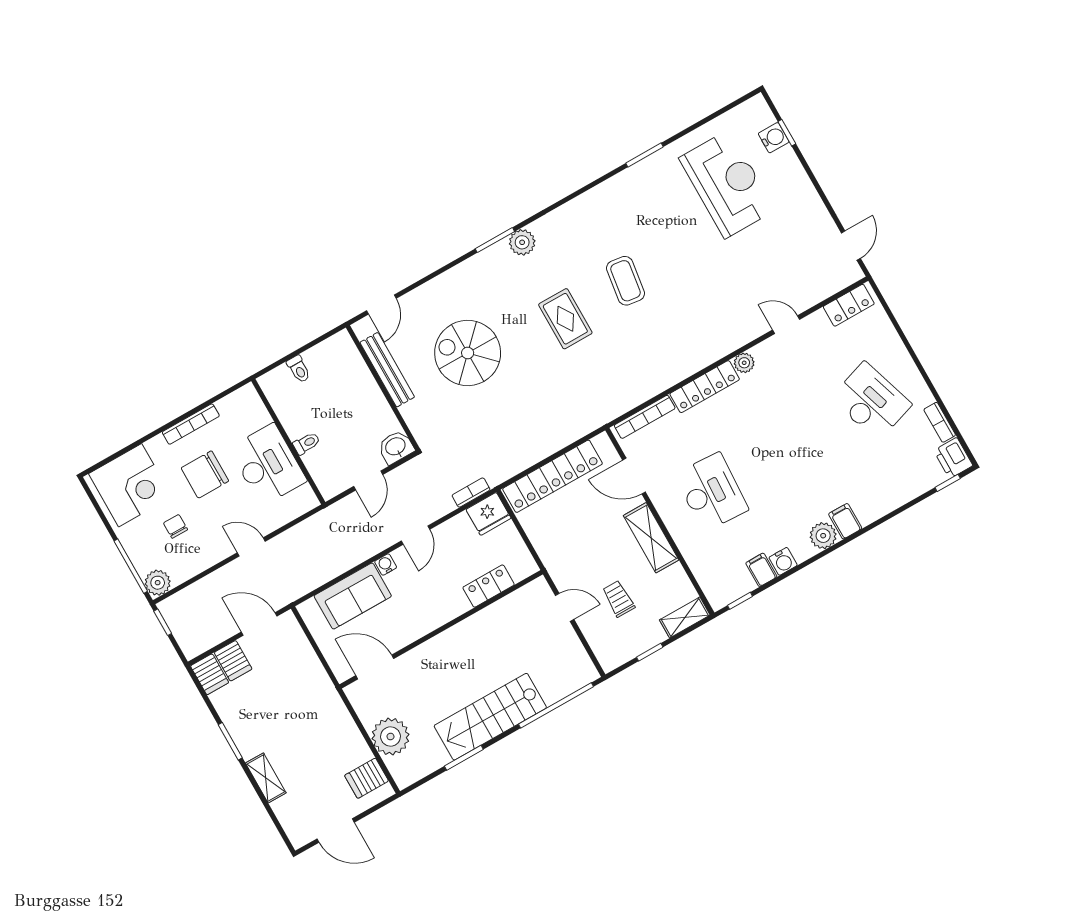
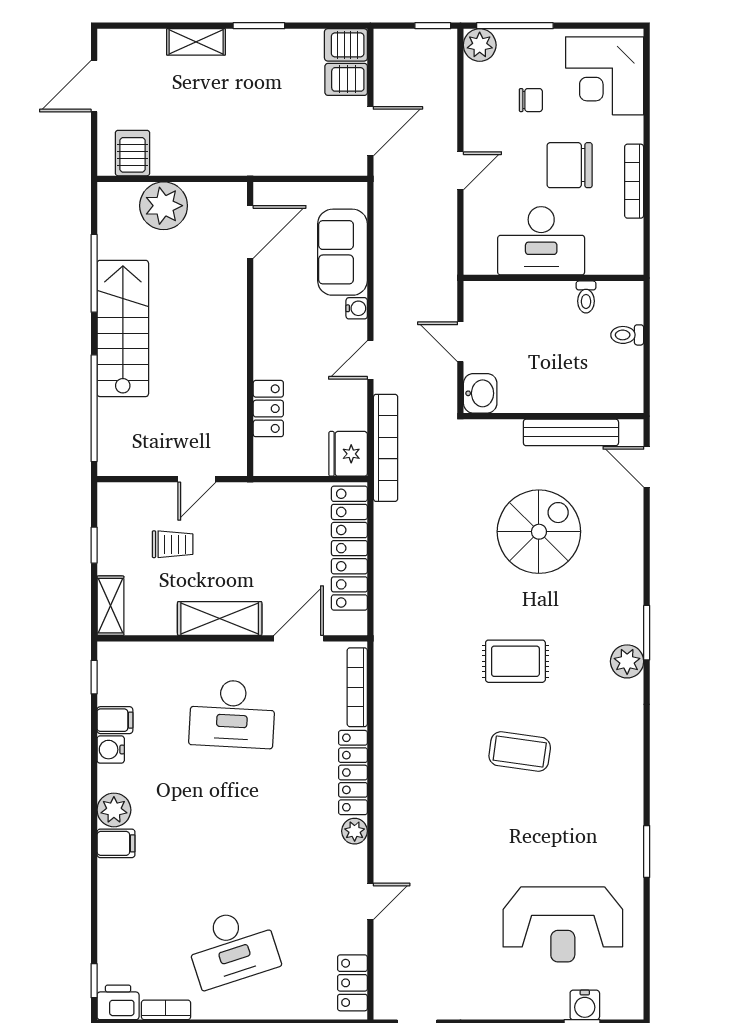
toilet: (307, 443) -> (586, 297), moved
chair: (205, 474) -> (570, 165), turned -90
bookcase: (471, 493) -> (386, 448), width x2.31, depth x1.31
door: (416, 535) -> (370, 360), hinge flipped
window: (464, 758) -> (94, 273), width x1.44

